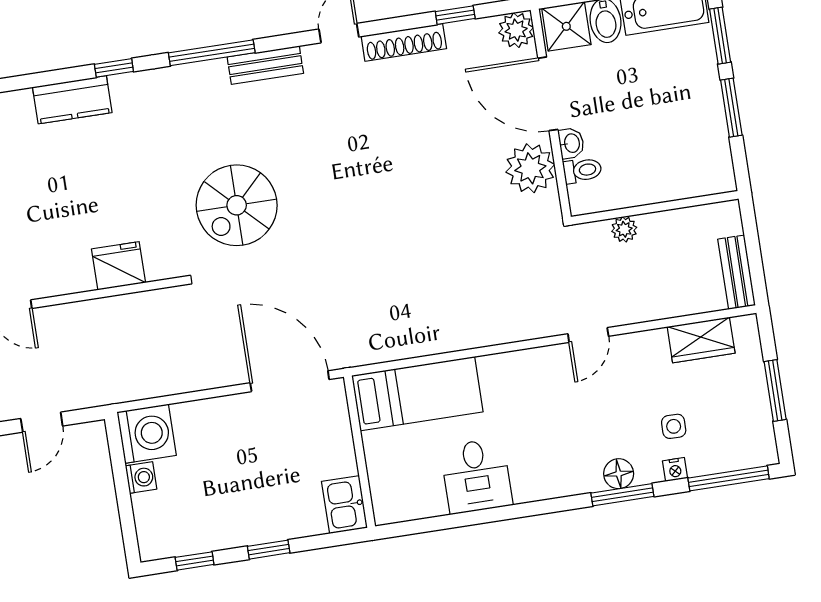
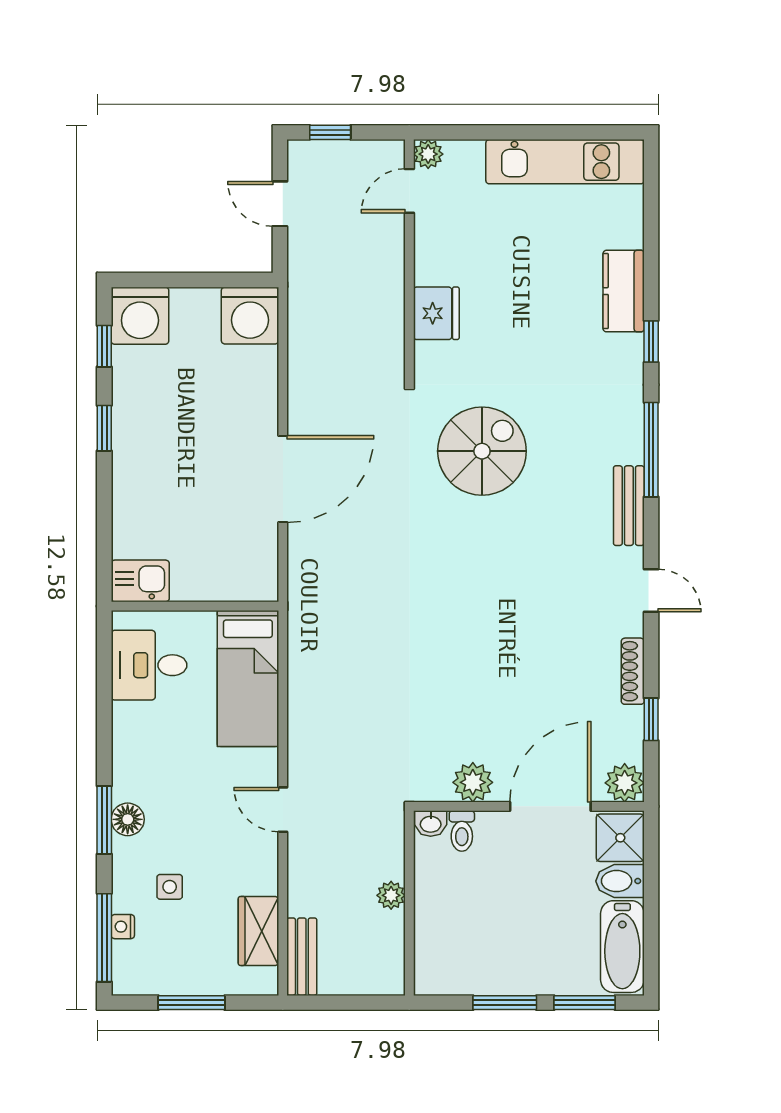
shoe rack: (404, 42) -> (633, 671), width x0.74, depth x0.81
washbasin: (571, 143) -> (431, 824), moved
plant: (530, 168) -> (473, 782), width x0.73, depth x0.73
spiral stairs: (237, 205) -> (482, 451), turned 90
plant: (624, 229) -> (391, 895), moved
bench: (737, 272) -> (302, 957), moved, turned 90
bed: (417, 394) -> (248, 678), moved
wall: (360, 452) -> (195, 606), moved
nightstand: (675, 469) -> (123, 927), moved
washing machine: (141, 478) -> (140, 316), moved, width x1.89, depth x1.89
kitchen sink: (344, 505) -> (140, 581), moved

